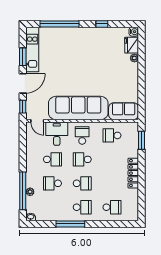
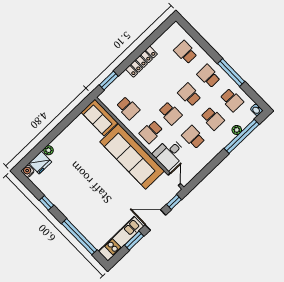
school desk: (52, 207) -> (232, 100), added

